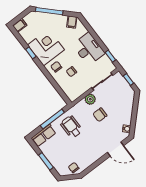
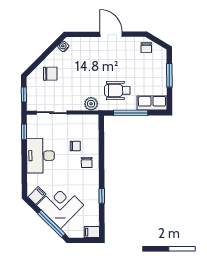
corner desk: (46, 47) -> (60, 205), moved, turned 135
plant: (90, 99) -> (91, 104), moved
chair: (100, 115) -> (50, 74), moved
wheelchair: (71, 127) -> (117, 91), turned 90
door: (116, 149) -> (111, 34), moved

